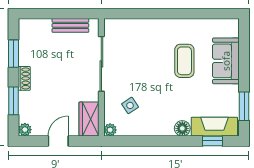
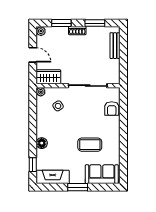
bench: (70, 25) -> (115, 46), moved
armchair: (134, 30) -> (112, 109), added
sofa: (226, 61) -> (102, 174), moved
window: (244, 106) -> (78, 187), moved
fireplace: (214, 127) -> (53, 177), moved, turned -90

